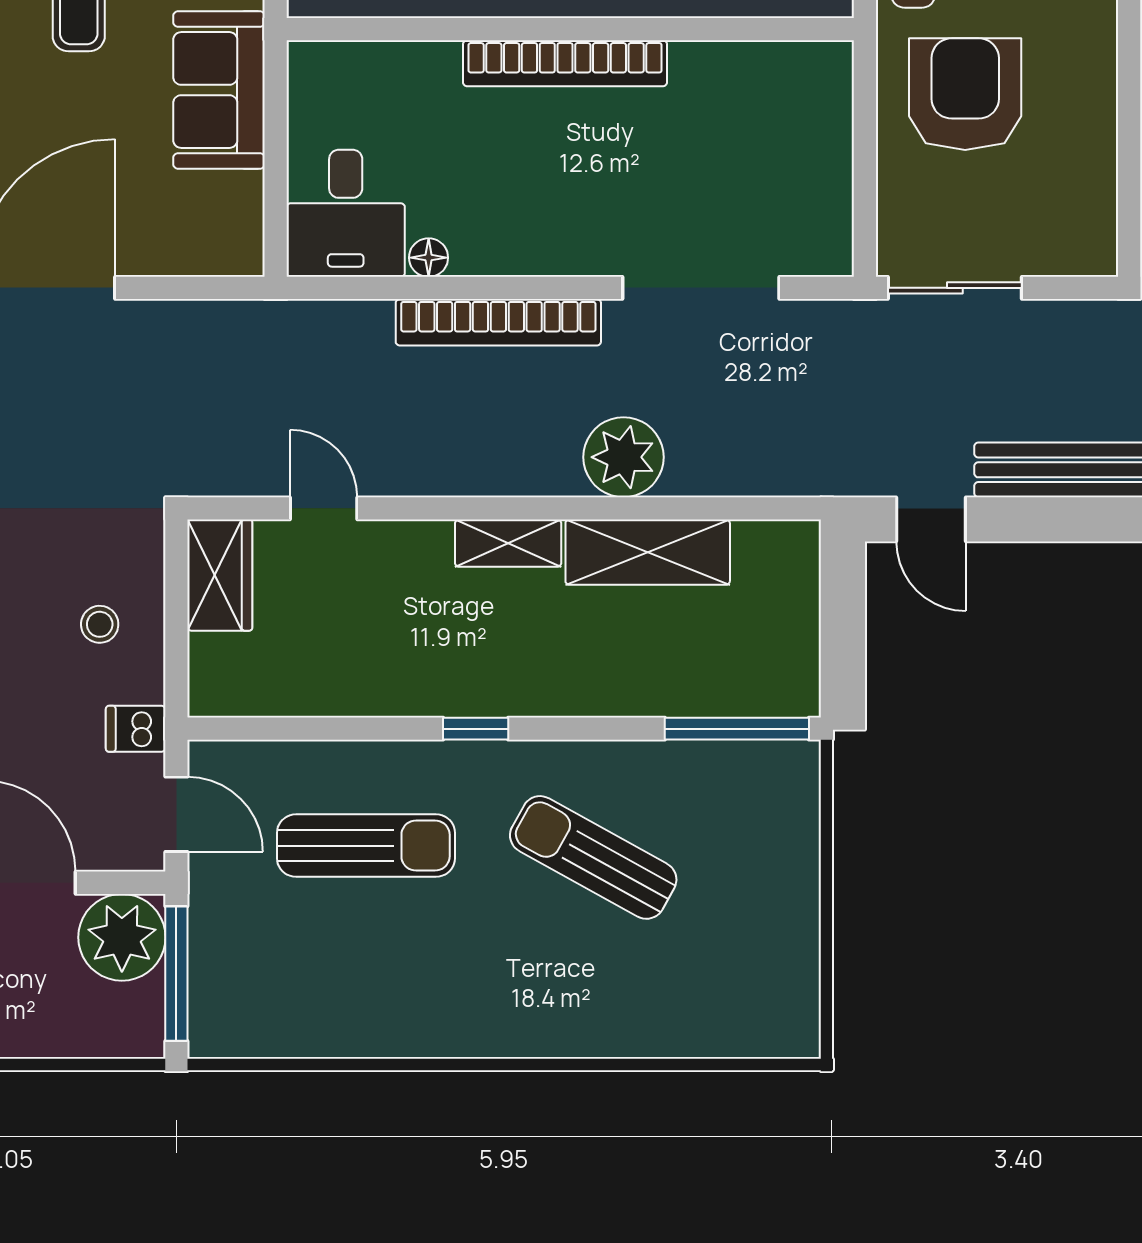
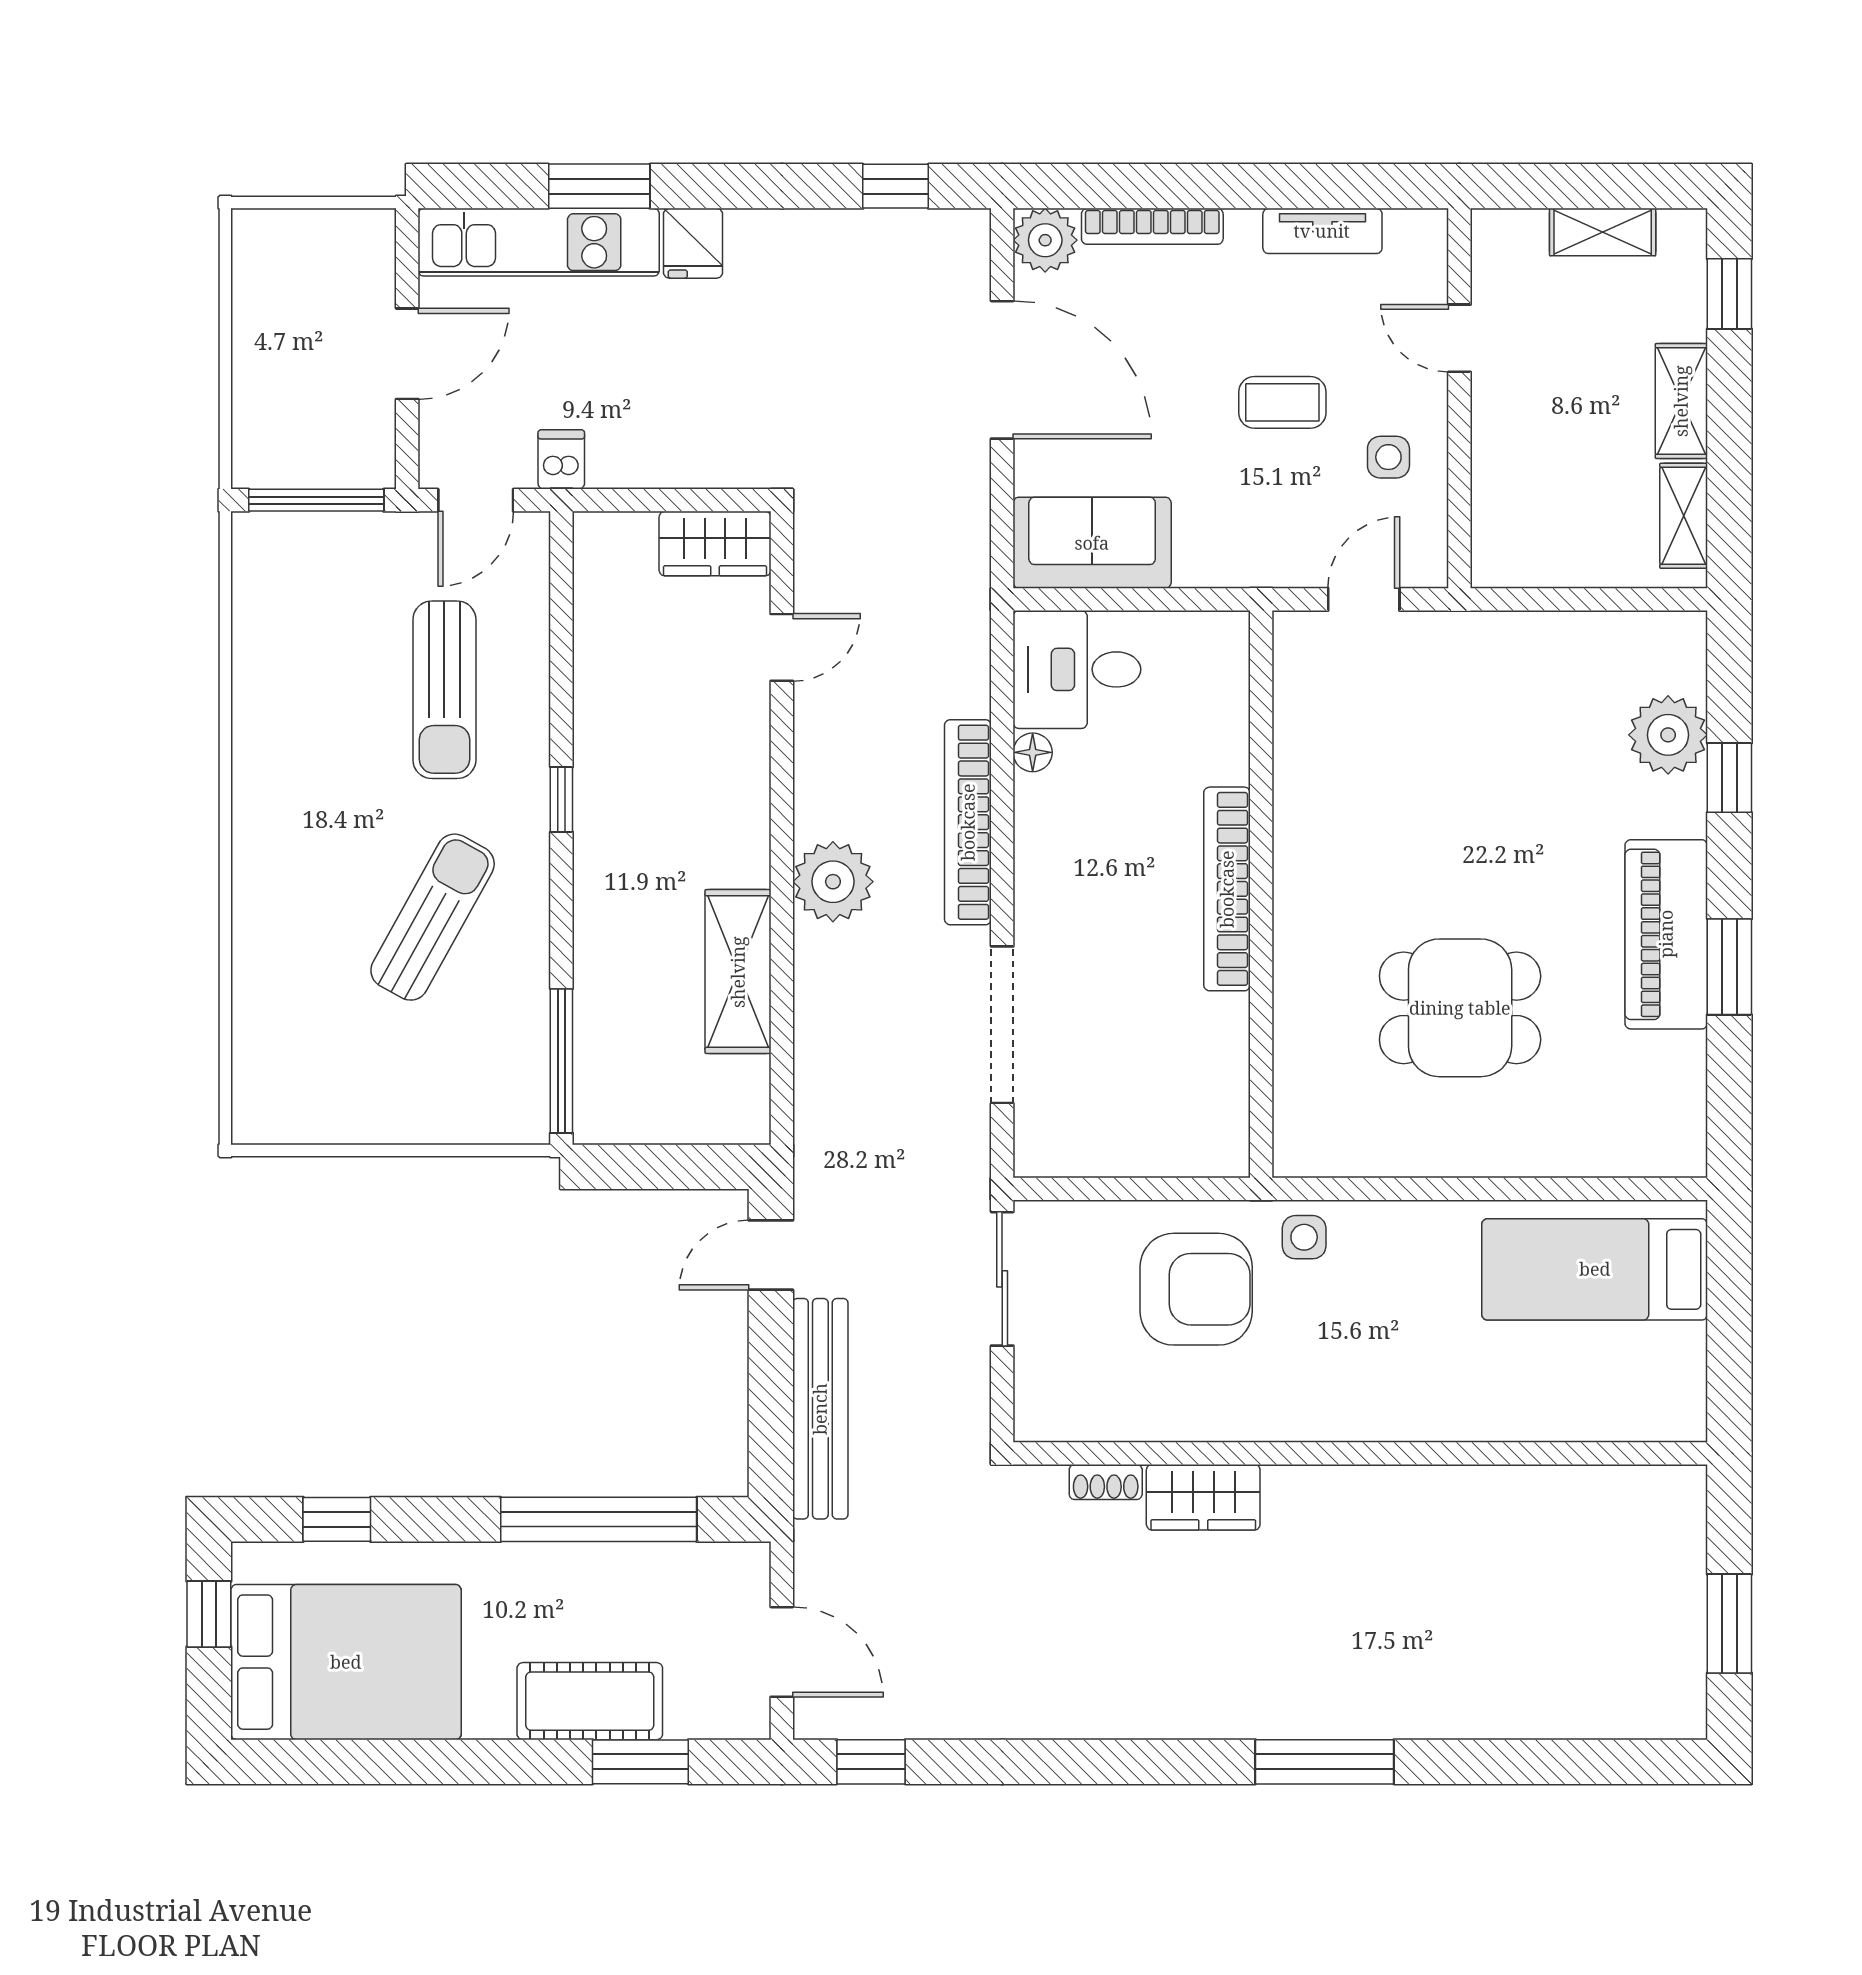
sofa: (219, 90) -> (1092, 543), moved
plant: (623, 457) -> (833, 882), moved
shelving: (508, 543) -> (747, 832), removed
stool: (100, 624) -> (666, 423), removed
plant: (122, 937) -> (353, 446), removed

